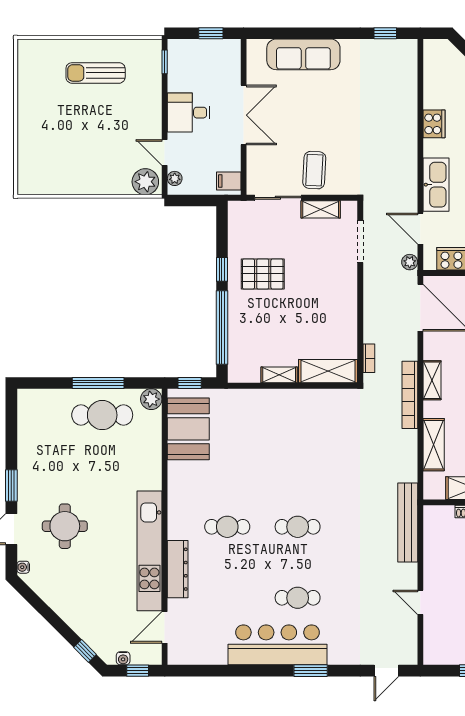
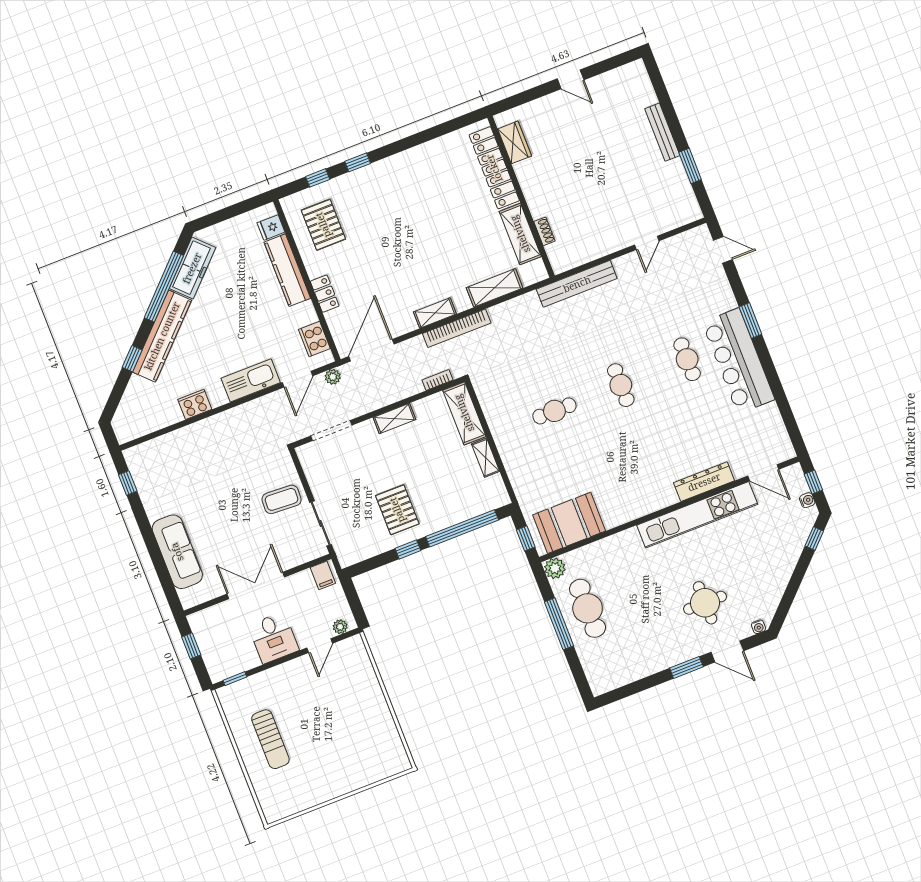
plant: (145, 182) -> (354, 653), removed
shelving: (321, 209) -> (394, 418), moved, turned 90
cafe table: (227, 527) -> (554, 411), moved, turned 90

